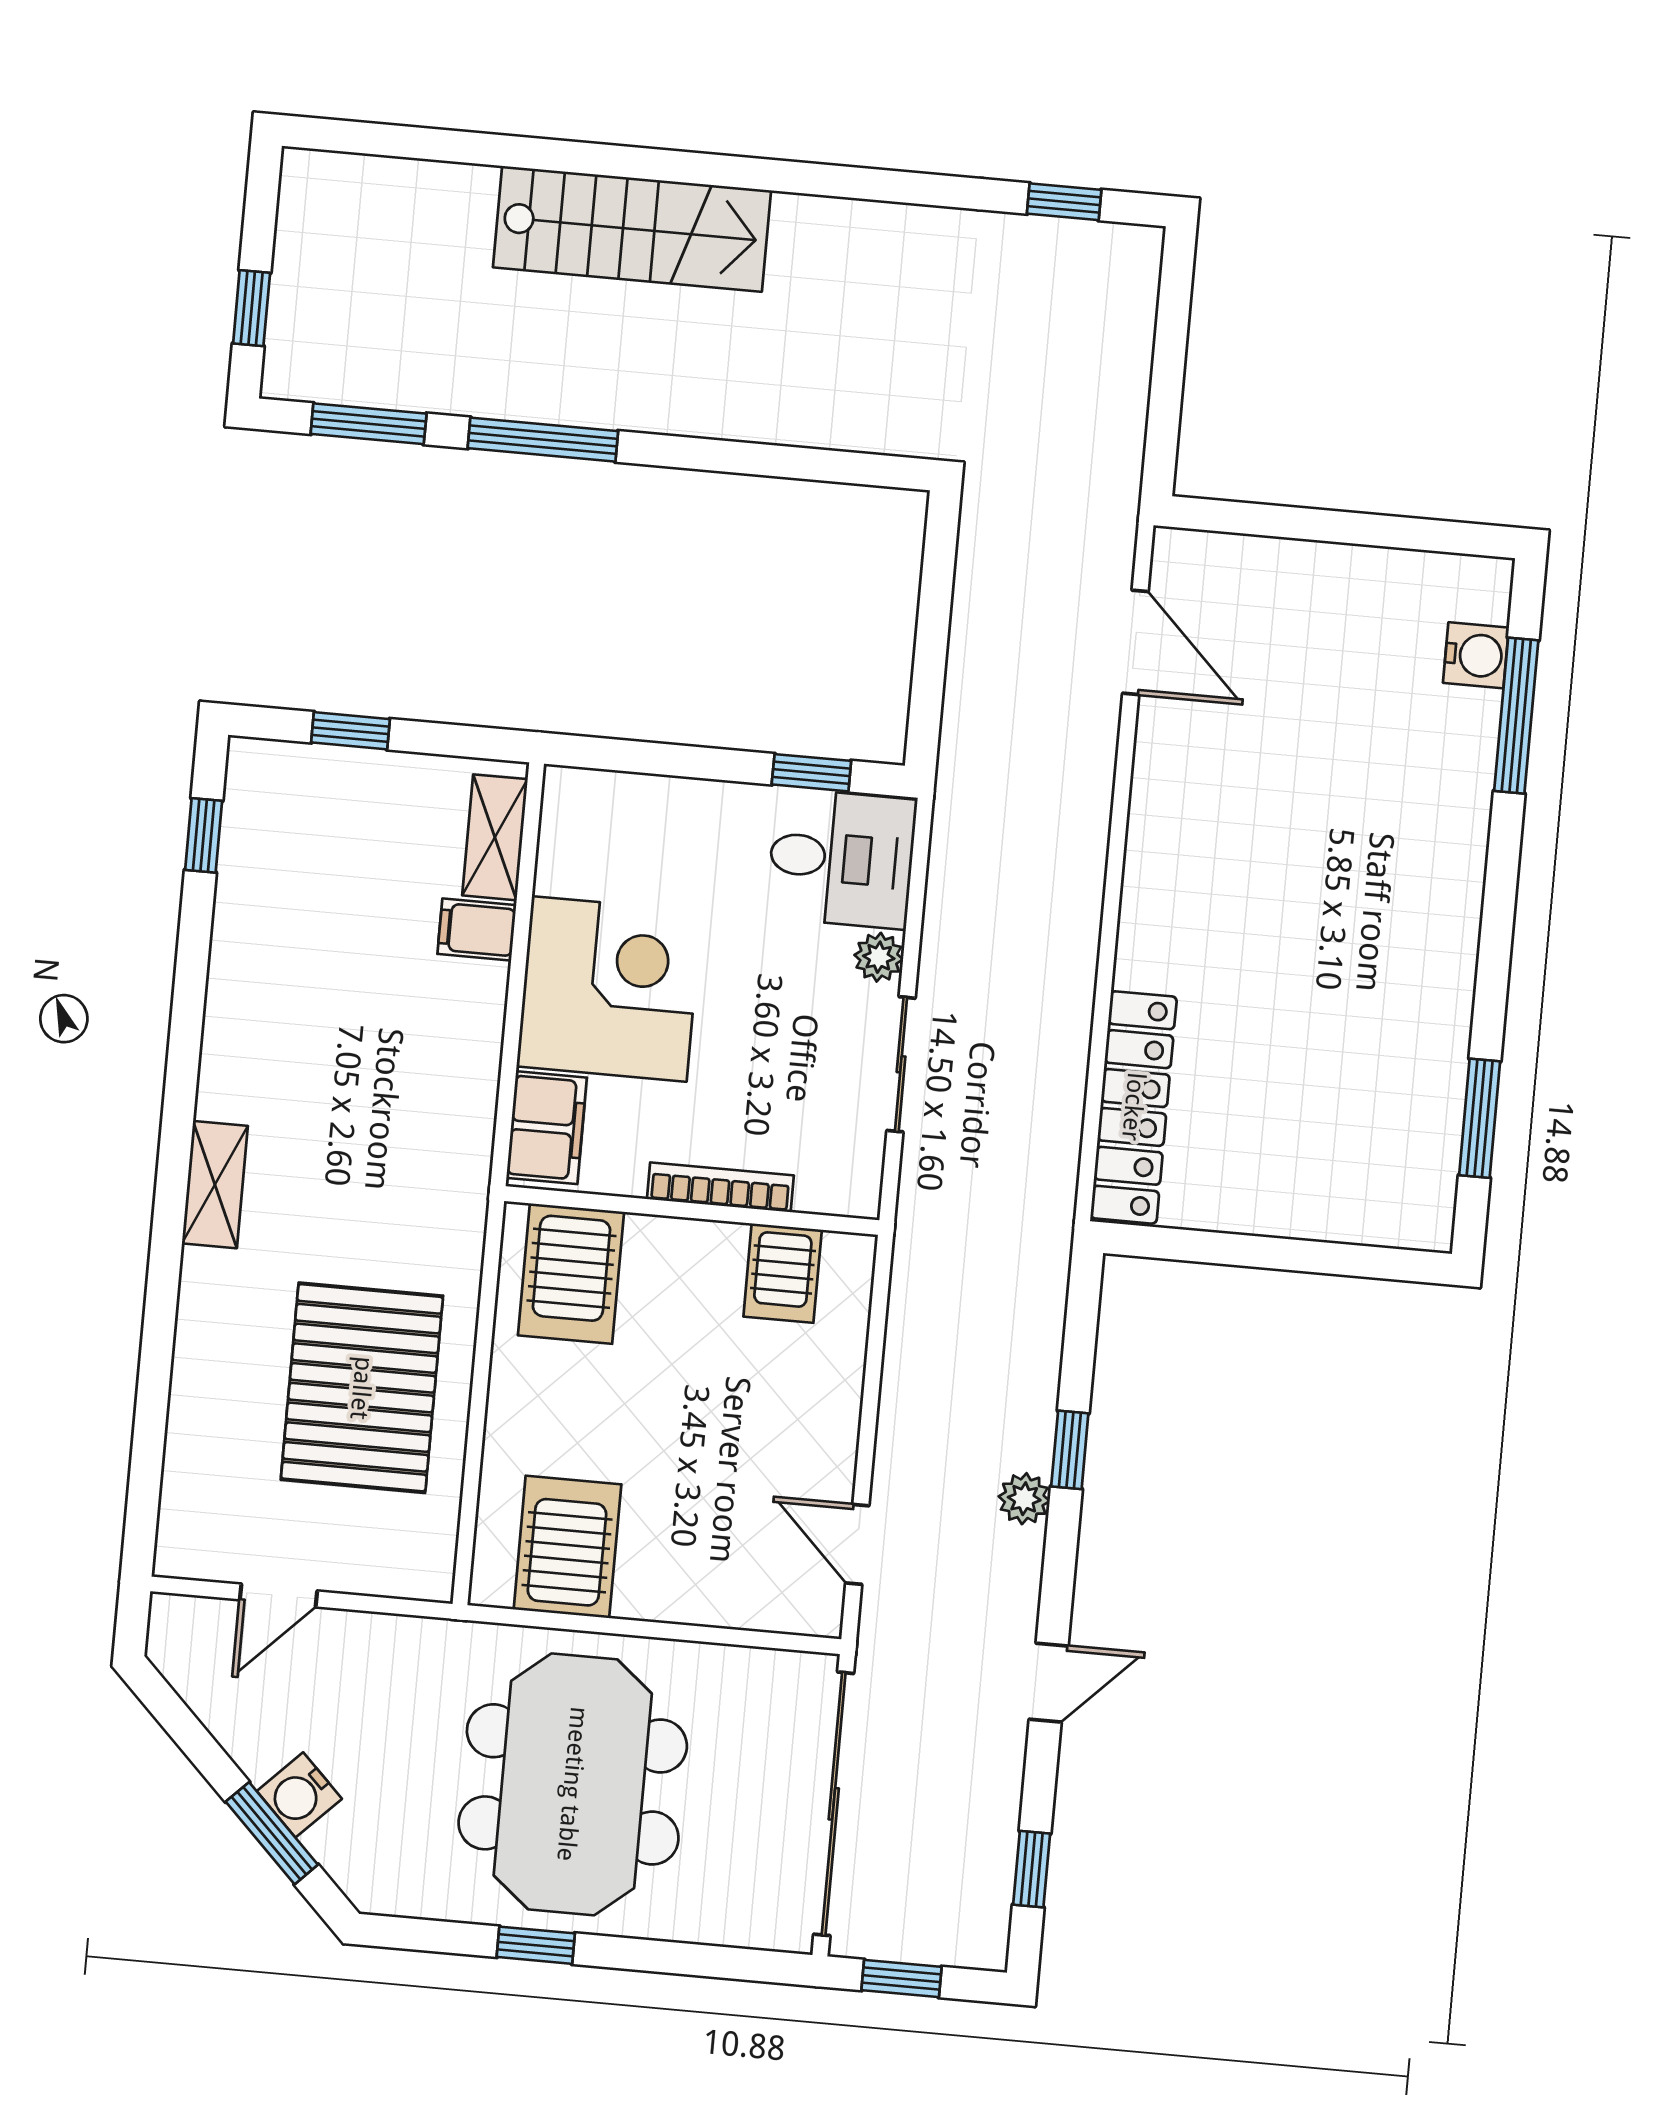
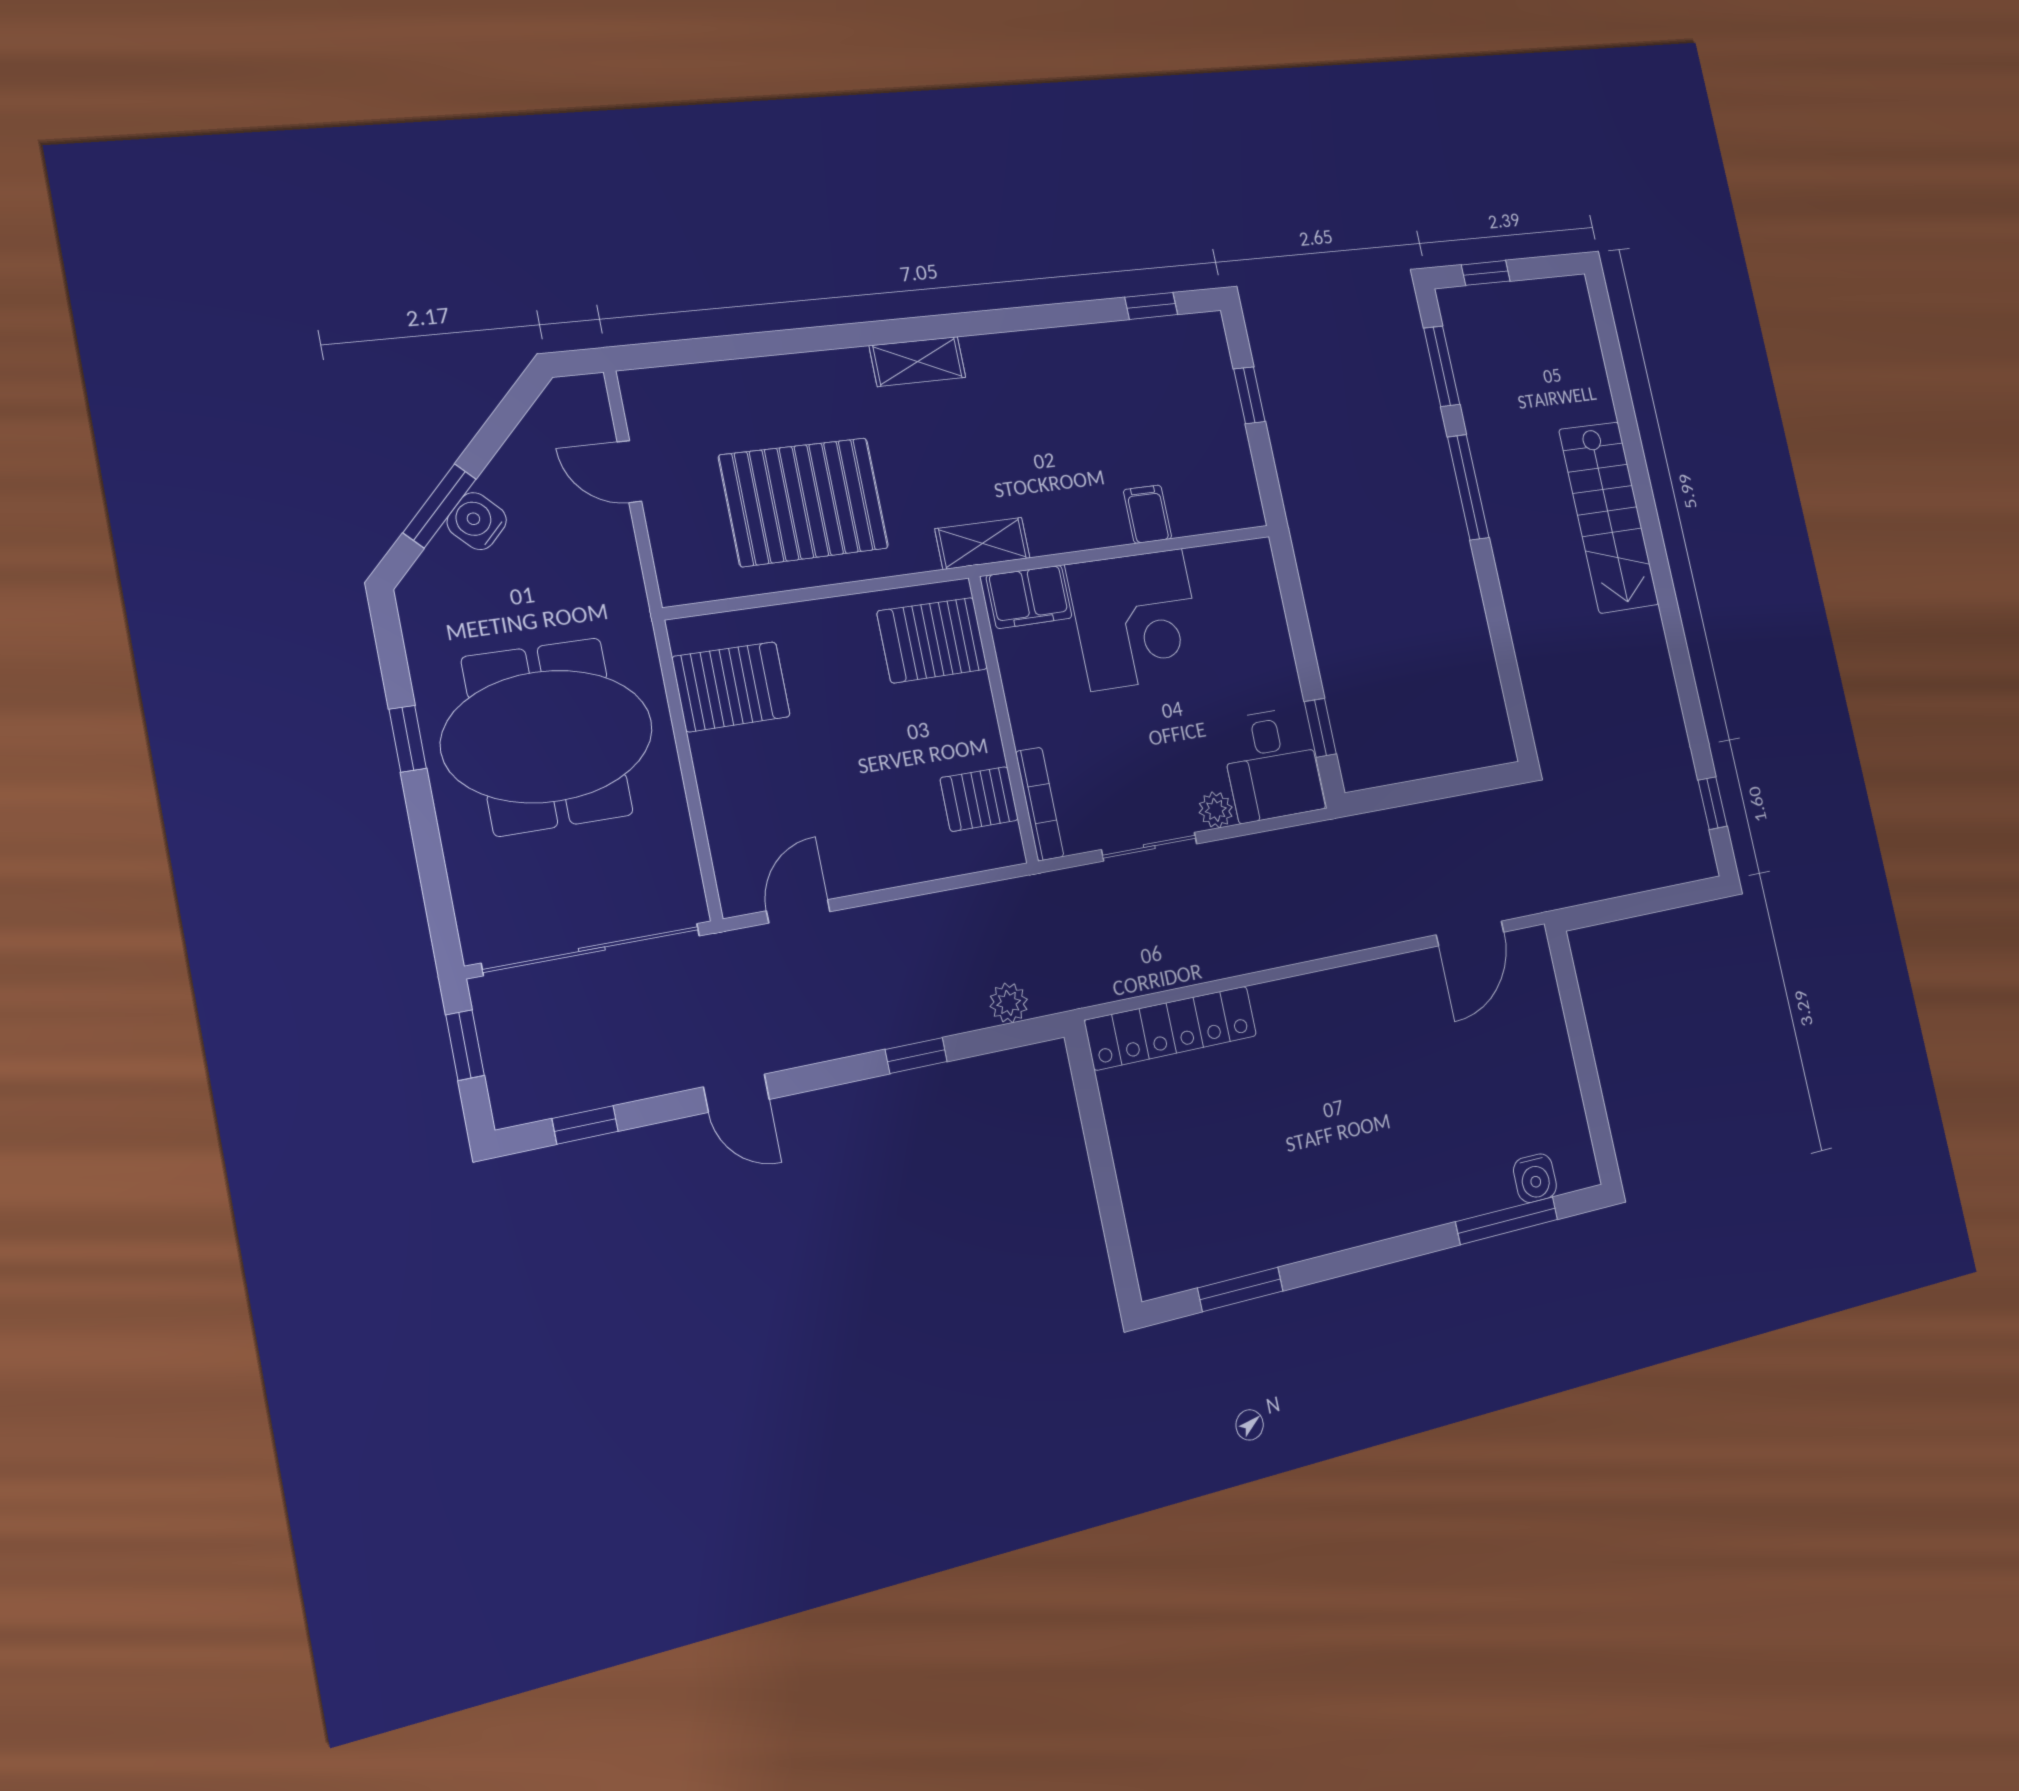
shelving: (495, 837) -> (982, 543), moved
bookcase: (720, 1187) -> (1040, 804), moved
plant: (1024, 1499) -> (1009, 1003), moved

